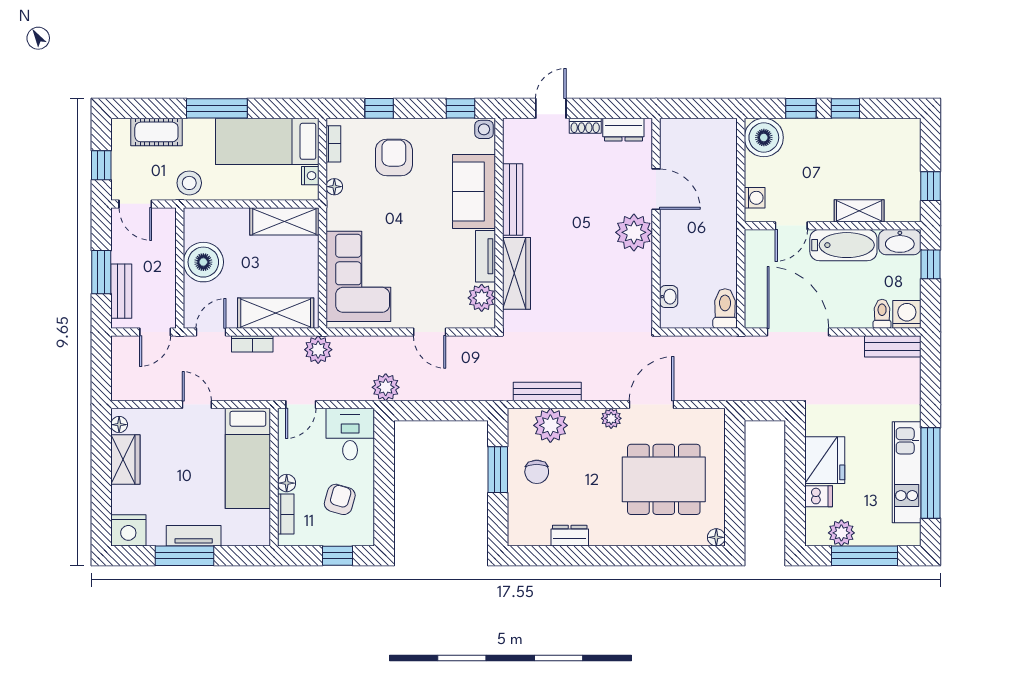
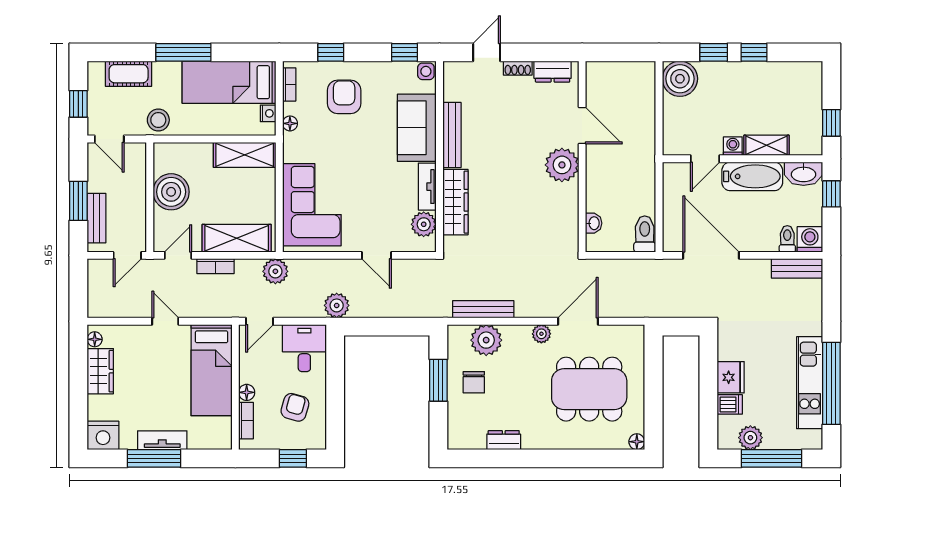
washing machine: (755, 198) -> (733, 146), moved, turned -90
fridge: (825, 460) -> (731, 377), width x0.73, depth x0.75

